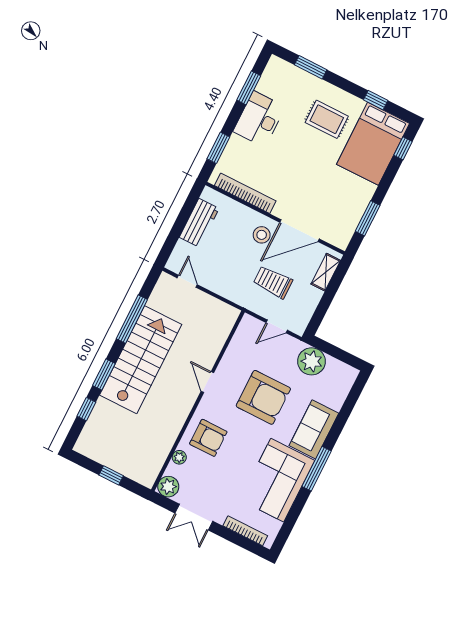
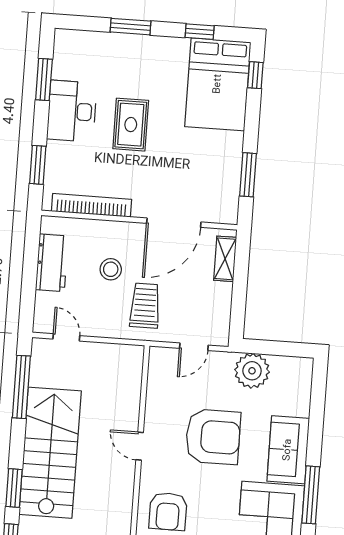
window: (311, 67) -> (131, 27), moved
rug: (327, 119) -> (131, 125), moved, turned 90
stool: (262, 235) -> (111, 269), moved
trolley: (273, 282) -> (145, 306), moved, turned 90
window: (132, 319) -> (21, 387), moved
armchair: (208, 438) -> (168, 511), turned 90

